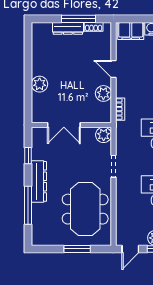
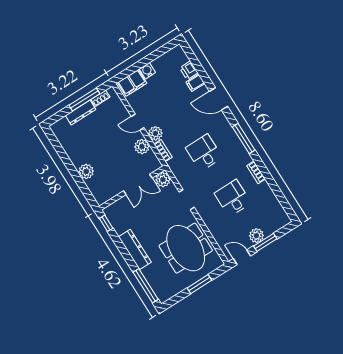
plant: (123, 89) -> (155, 133), added
double door: (64, 125) -> (138, 184), moved
window: (28, 156) -> (106, 223), moved
window: (28, 205) -> (146, 286), moved
door: (130, 249) -> (242, 257), swing flipped

